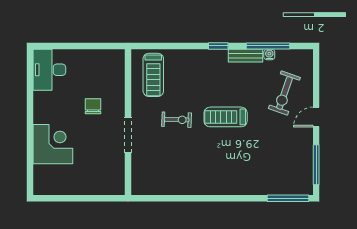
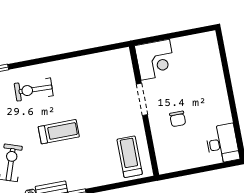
exercise bike: (177, 120) -> (34, 90), moved, width x1.38, depth x1.39
corner desk: (53, 144) -> (155, 60), moved, turned -90

